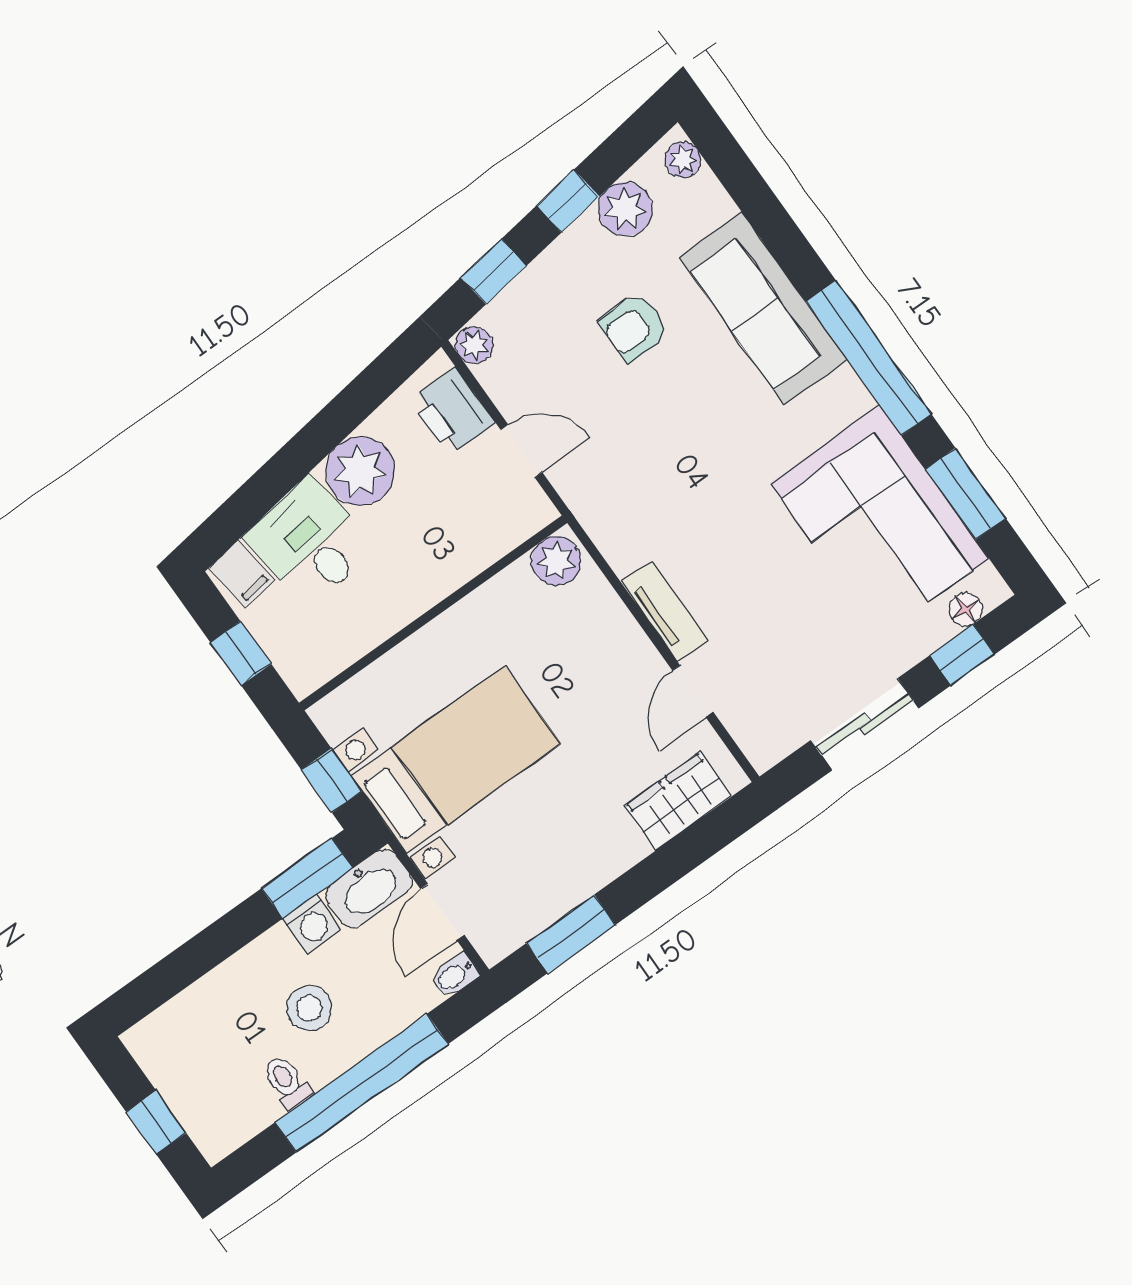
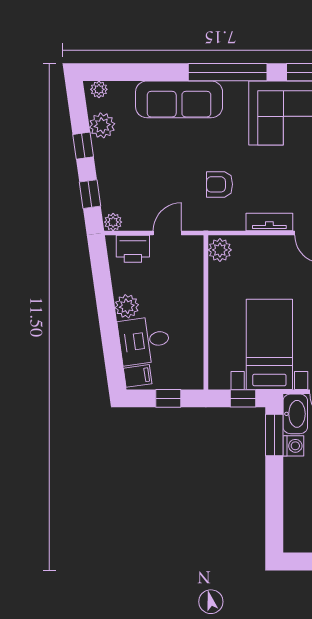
armchair: (634, 327) -> (220, 184), moved, turned 90
plant: (360, 471) -> (127, 306), width x0.73, depth x0.73

